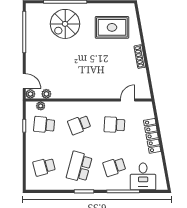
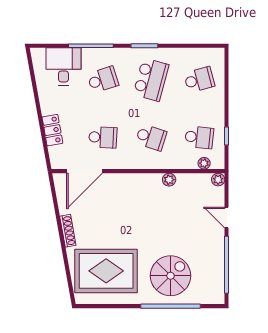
rug: (112, 27) -> (106, 271), width x1.37, depth x1.44
door: (24, 81) -> (227, 217), moved
plant: (46, 94) -> (169, 180), moved
door: (128, 100) -> (85, 171), width x1.87
school desk: (79, 125) -> (151, 137), turned 39
locker: (152, 136) -> (52, 130), width x0.66

